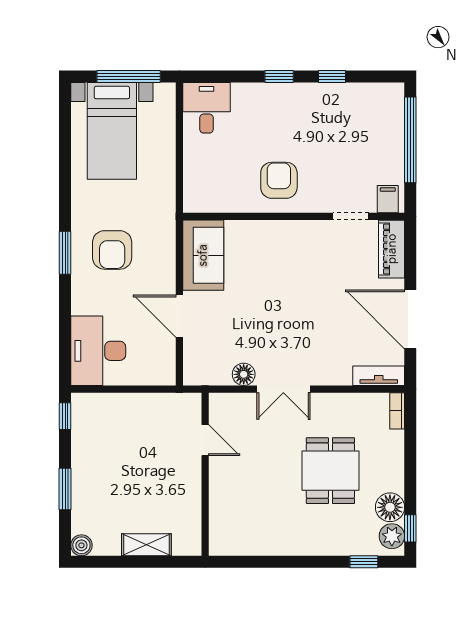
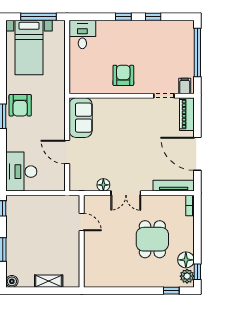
armchair: (112, 250) -> (20, 105), moved
tv unit: (379, 376) -> (174, 186), width x1.41

